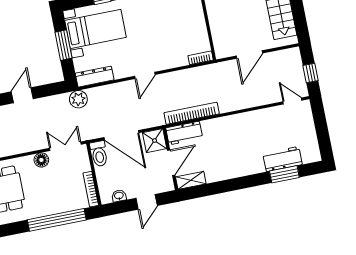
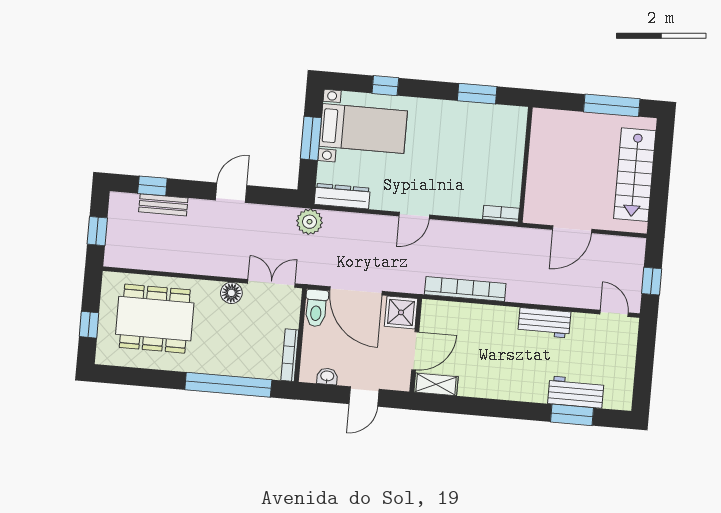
workbench: (184, 133) -> (544, 323), moved

